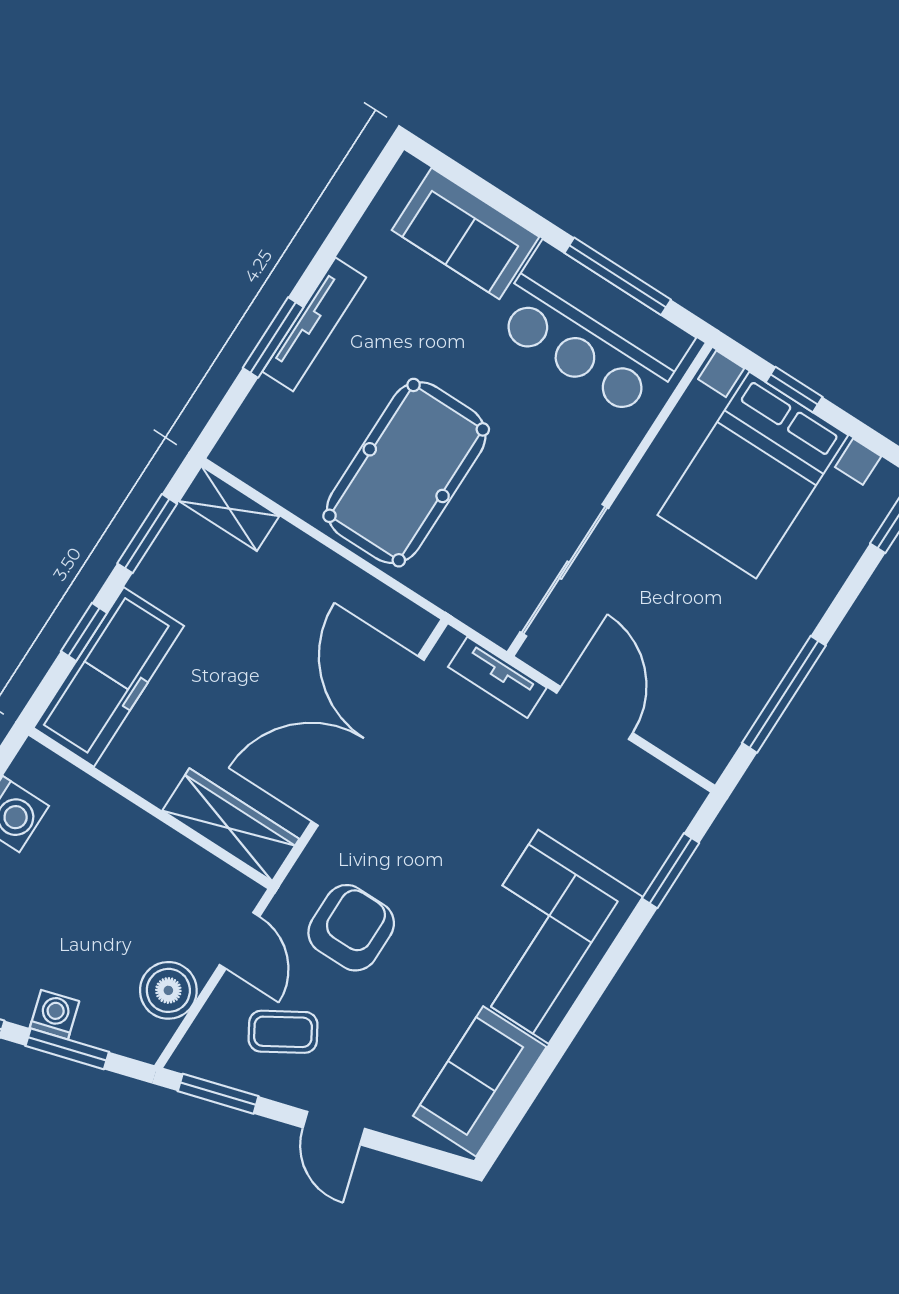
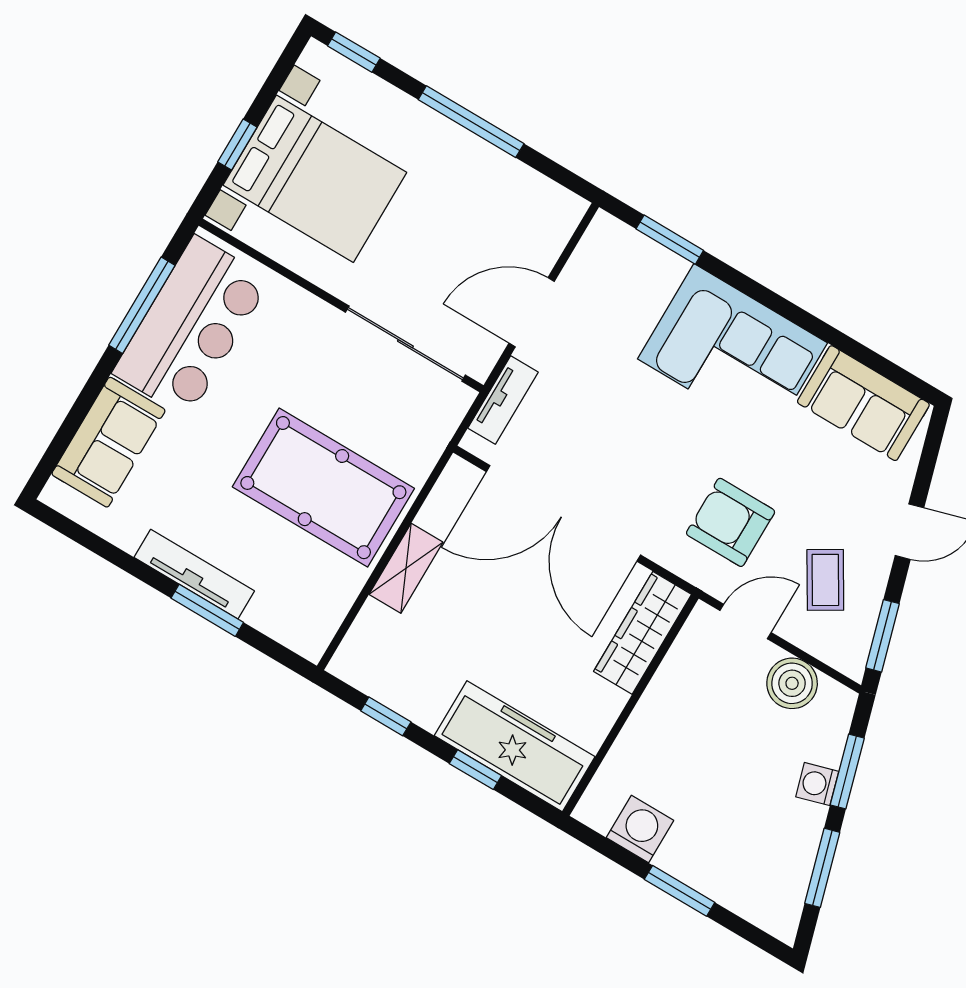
shelving: (229, 509) -> (406, 568), moved
window: (147, 534) -> (386, 716), width x0.67
window: (784, 694) -> (471, 122), moved

